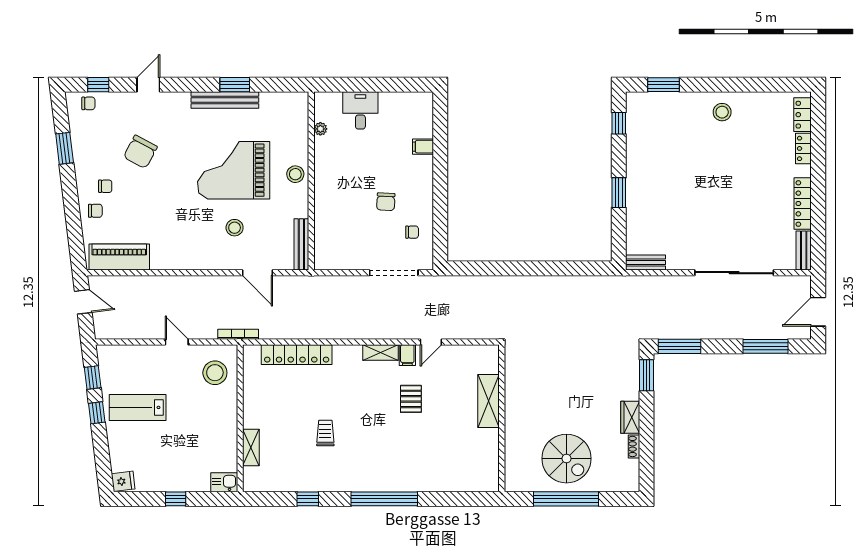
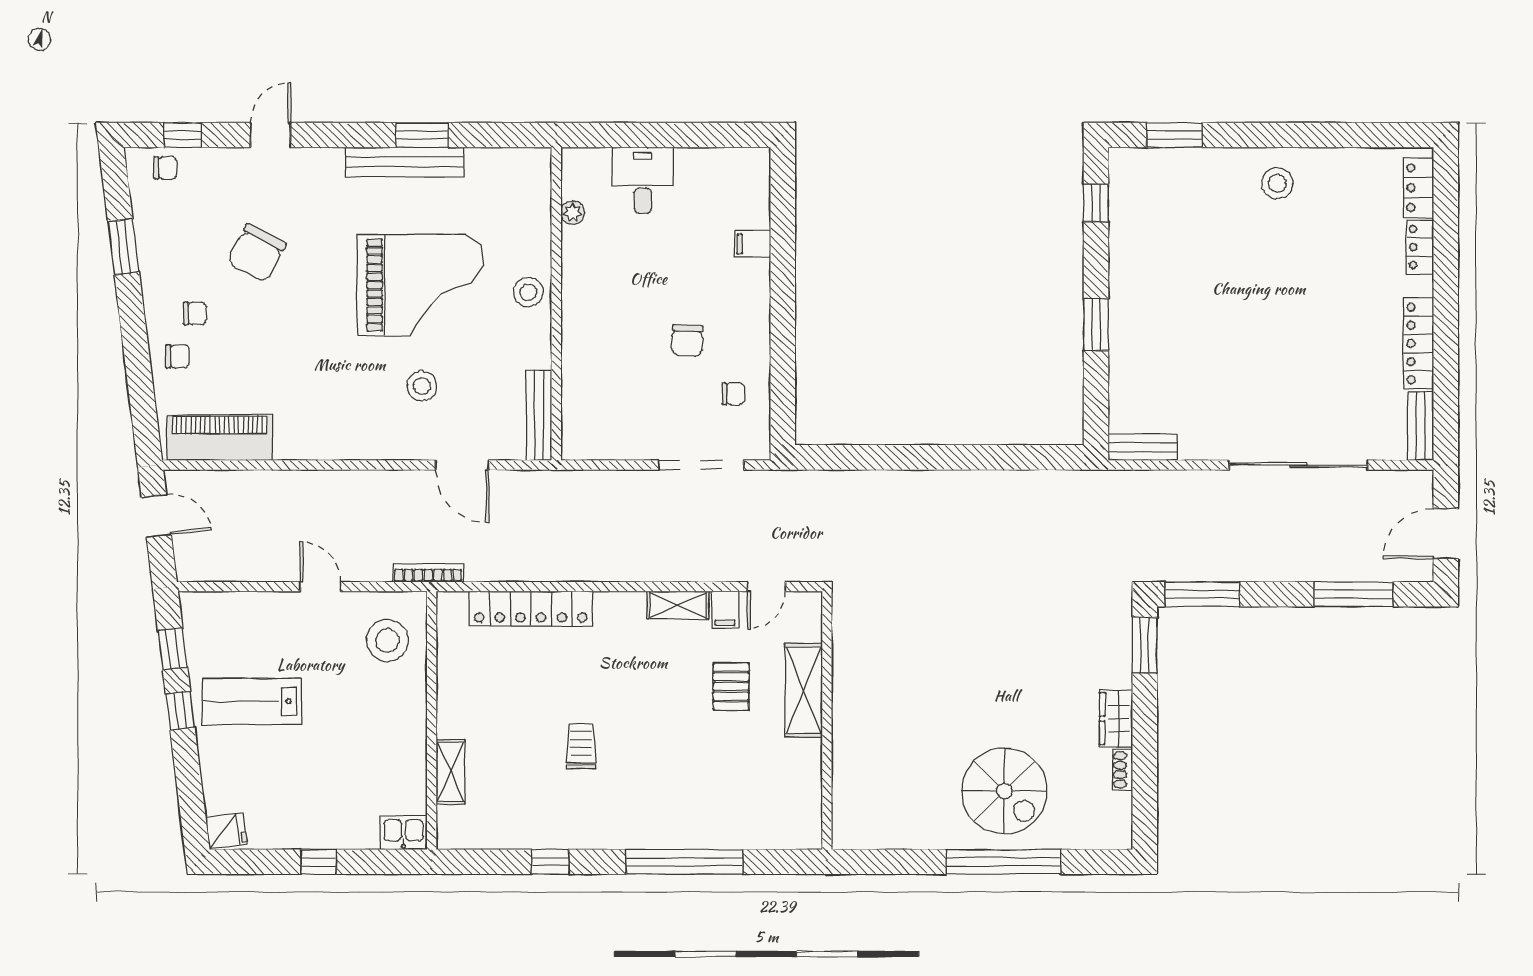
grand piano: (234, 170) -> (420, 285), turned 180
shelving: (489, 401) -> (804, 690), moved
wall: (502, 418) -> (827, 720), moved

